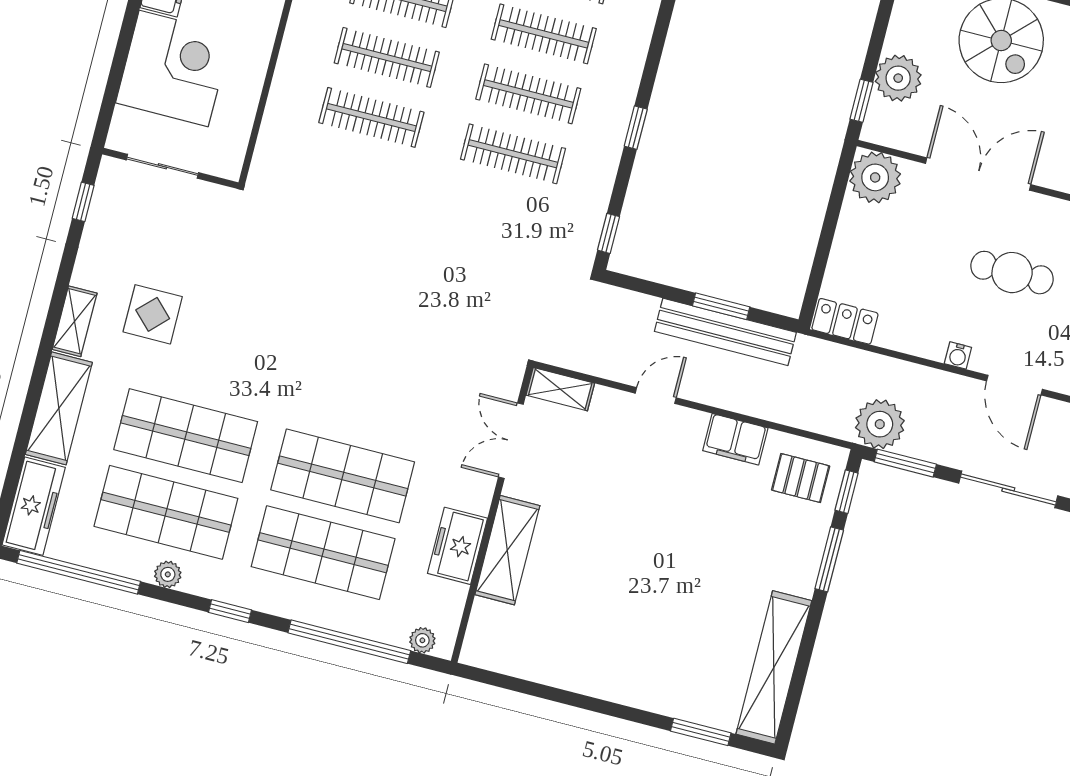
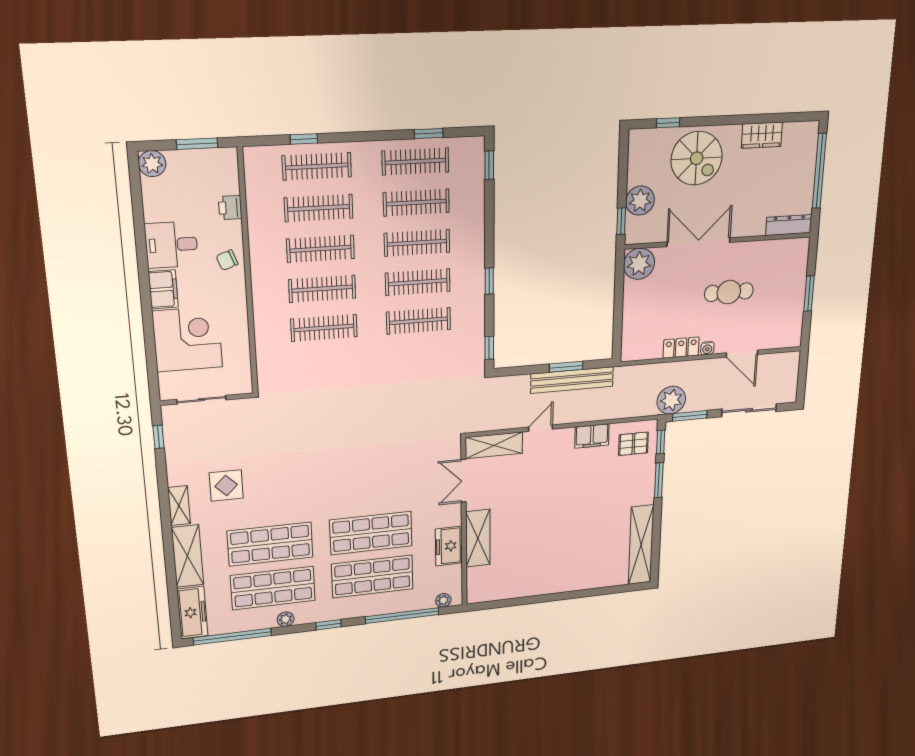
locker: (845, 321) -> (681, 348), moved
shelving: (560, 389) -> (494, 445), width x1.50, depth x1.33
window: (701, 732) -> (609, 590), removed

